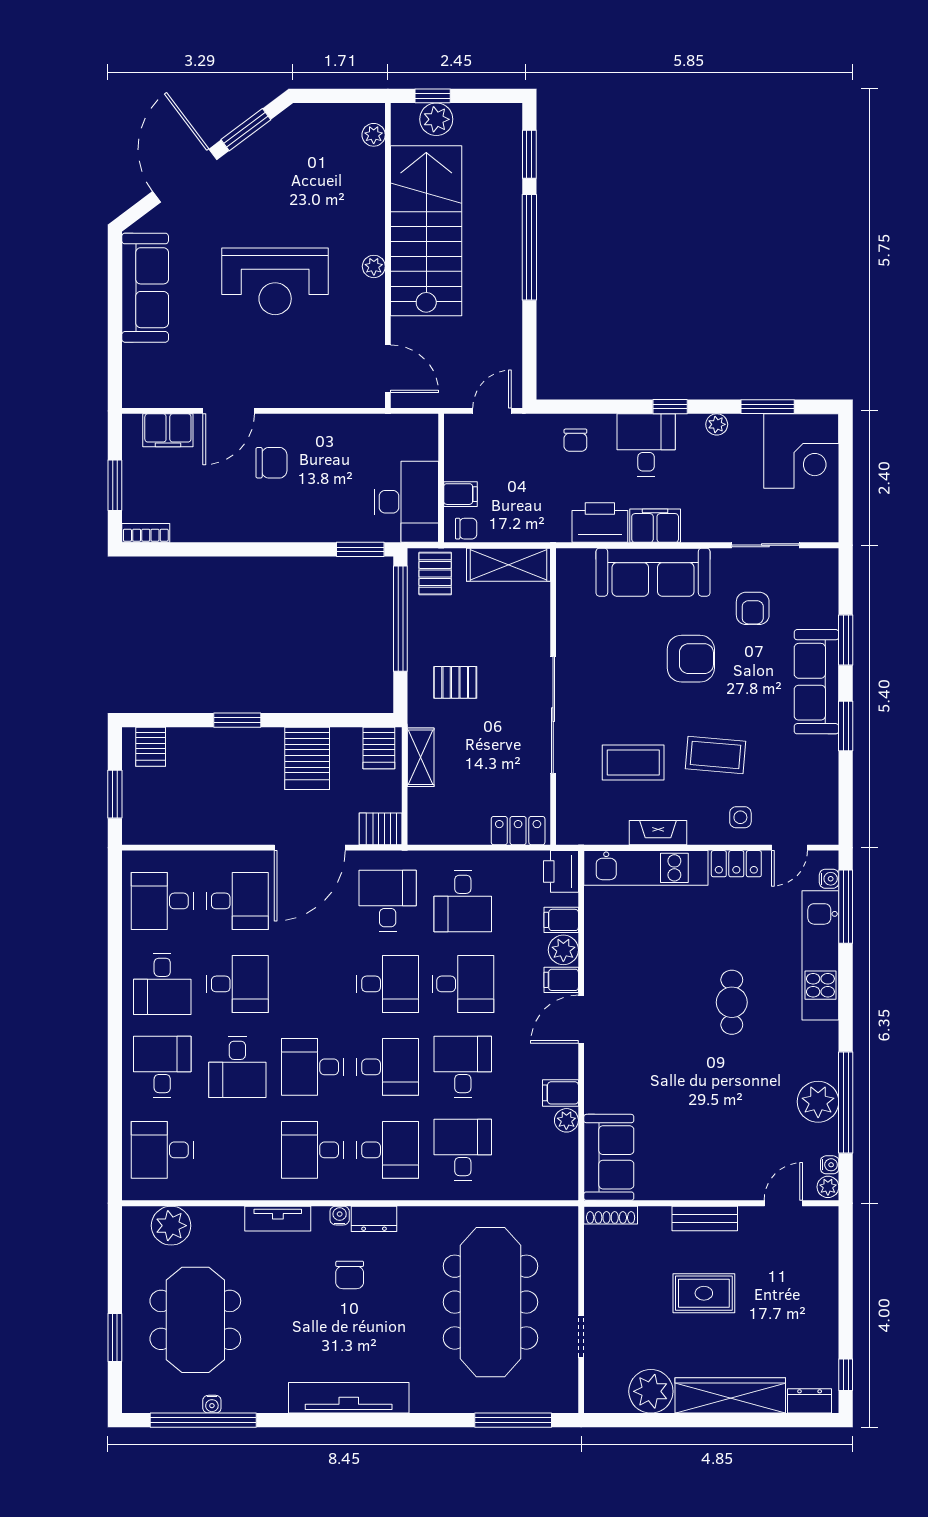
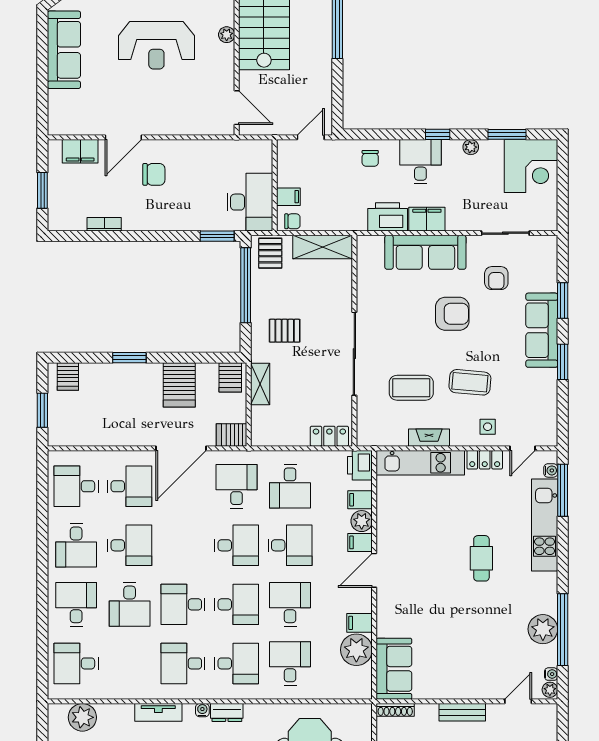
bookcase: (146, 533) -> (104, 224), moved
plant: (566, 1120) -> (356, 650), width x1.87, depth x1.87

